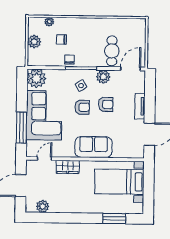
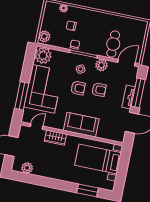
plant: (34, 42) -> (44, 36), moved
window: (150, 100) -> (138, 93), added

